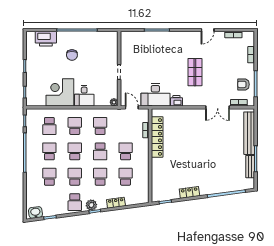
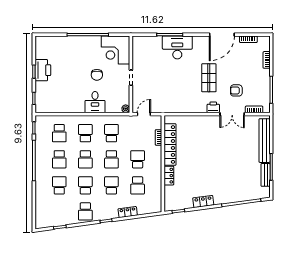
door: (208, 30) -> (222, 35), width x1.88
printer: (46, 39) -> (43, 70), moved, turned -90
chair: (72, 55) -> (97, 75), moved
armchair: (243, 84) -> (236, 90), moved
corner desk: (60, 92) -> (116, 50), moved, turned -90
desk: (155, 95) -> (177, 47), moved, turned 180
printer: (176, 101) -> (213, 107), moved
door: (132, 107) -> (144, 114), hinge flipped
school desk: (49, 151) -> (59, 159), turned 180
school desk: (75, 151) -> (85, 159), turned 180
locker: (156, 167) -> (169, 176), added
school desk: (126, 177) -> (138, 185), turned 180
plant: (91, 205) -> (102, 214), removed
washbasin: (35, 212) -> (45, 222), removed

